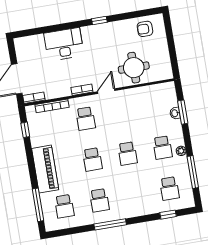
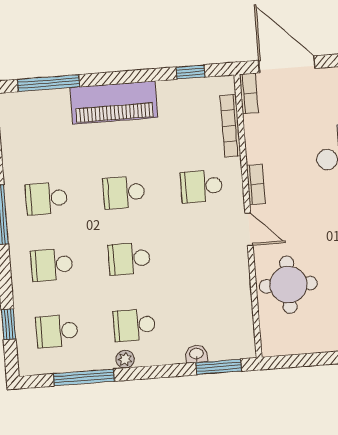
window: (183, 112) -> (219, 367), moved
school desk: (64, 206) -> (52, 265), moved

